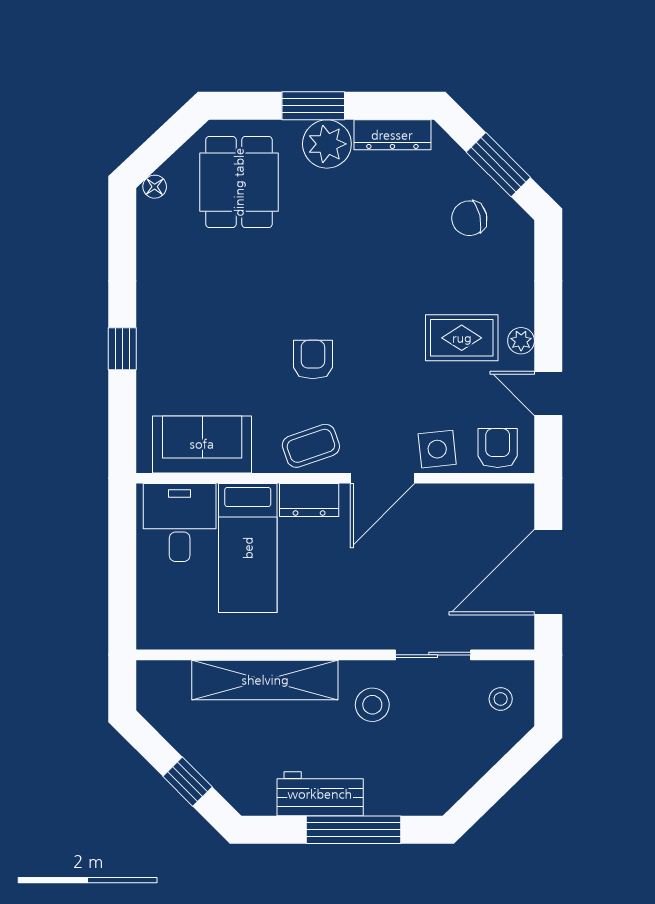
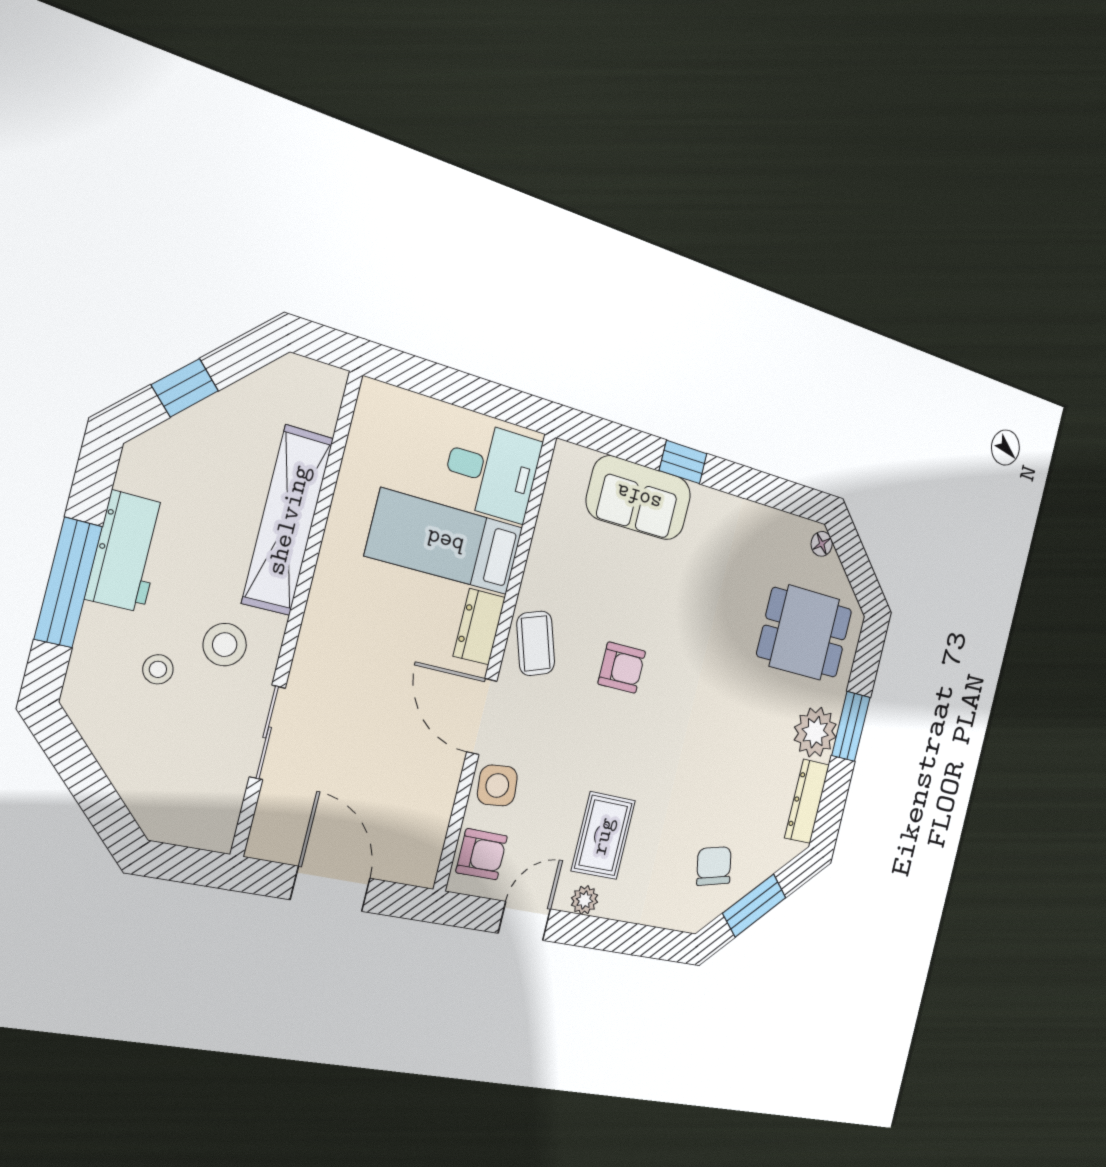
sofa: (202, 444) -> (639, 498), moved, turned 90
door: (548, 572) -> (330, 889), width x0.73
stool: (501, 699) -> (158, 669), moved

